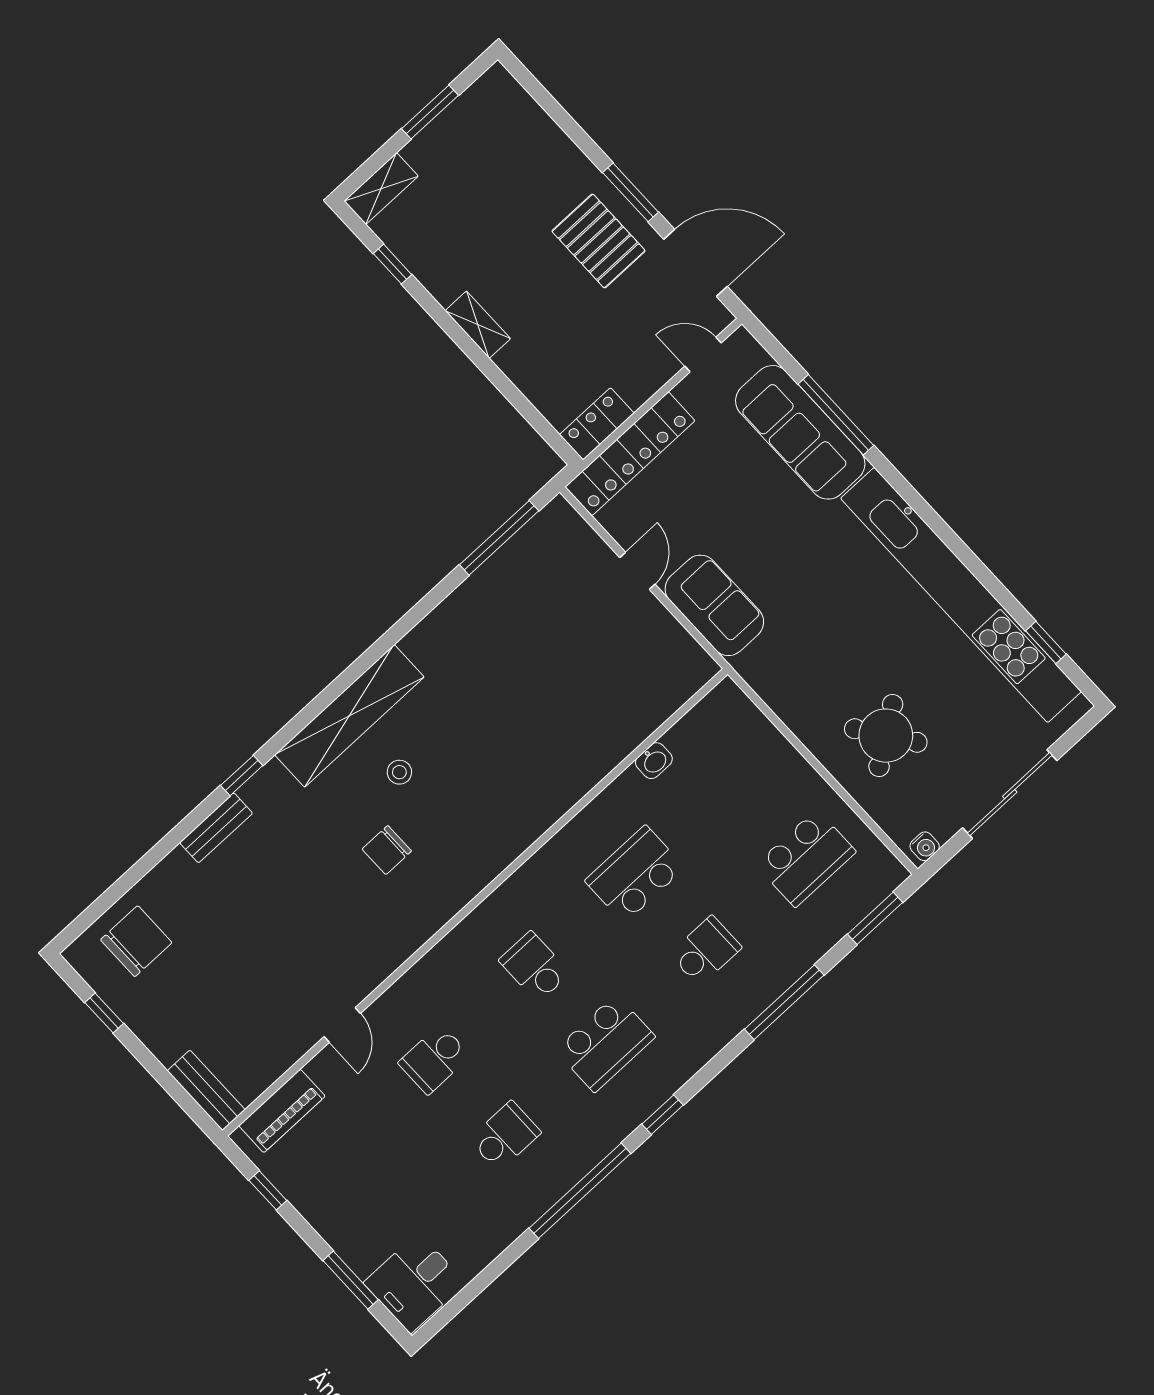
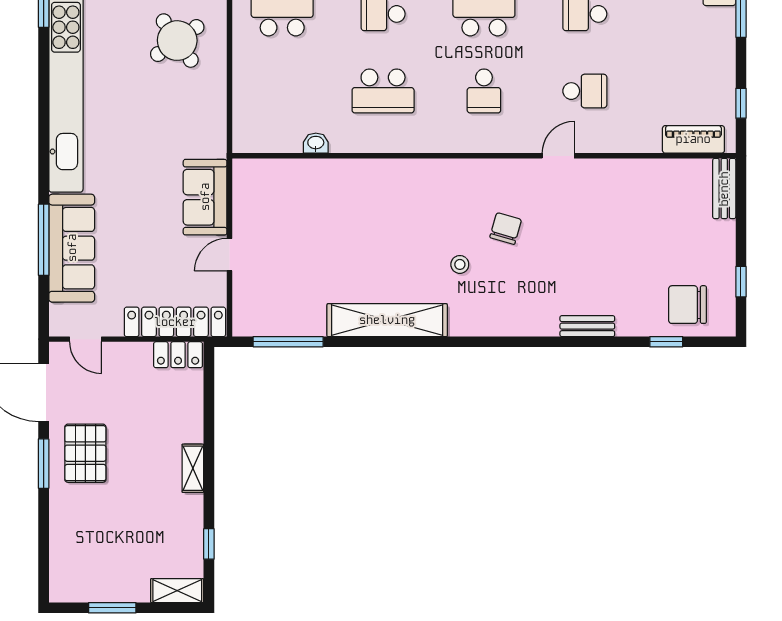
shelving: (349, 716) -> (387, 320), moved
window: (242, 776) -> (666, 342), moved
chair: (387, 850) -> (506, 228), turned -74
door: (342, 1025) -> (558, 156), moved

